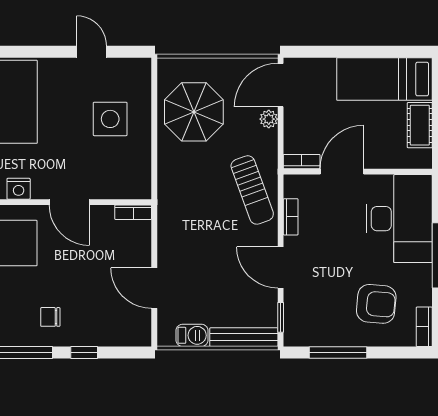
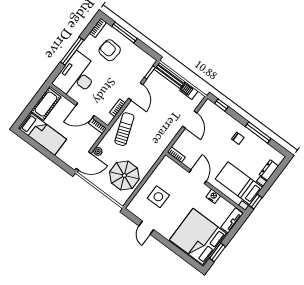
cot: (420, 125) -> (46, 104), width x1.37, depth x1.34
window: (84, 352) -> (221, 105), moved
window: (338, 352) -> (124, 32), moved

